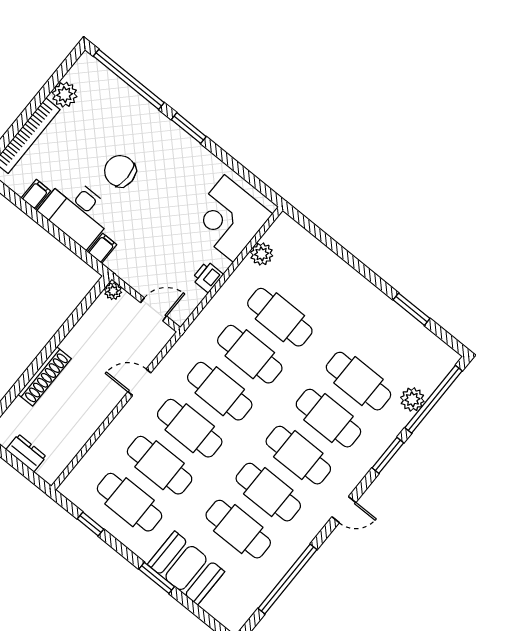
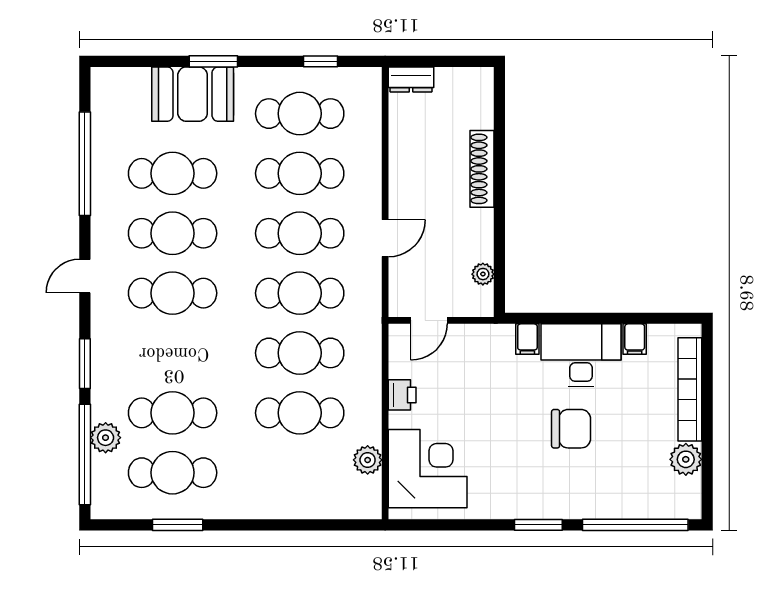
plant: (113, 291) -> (483, 274), moved
cafe table: (328, 418) -> (173, 473), moved
dresser: (26, 453) -> (411, 79), moved

